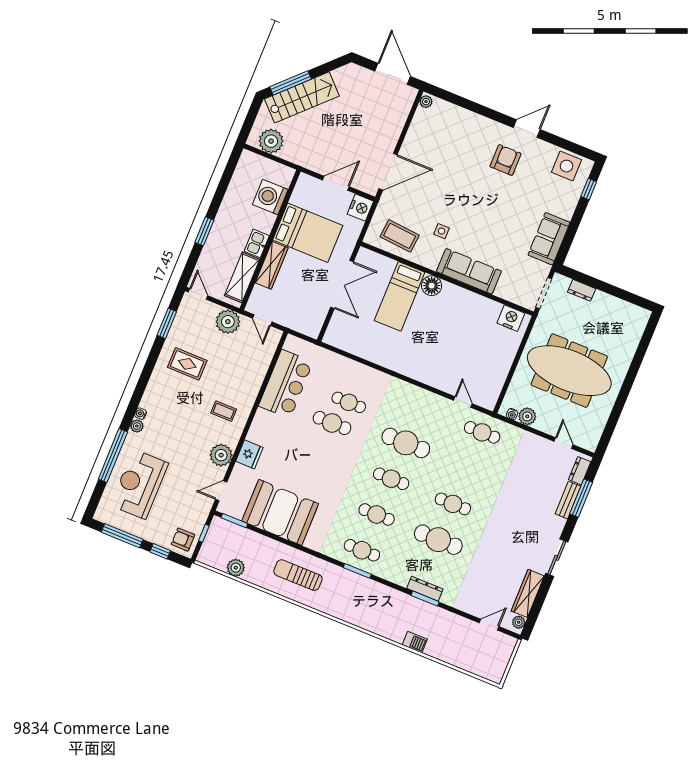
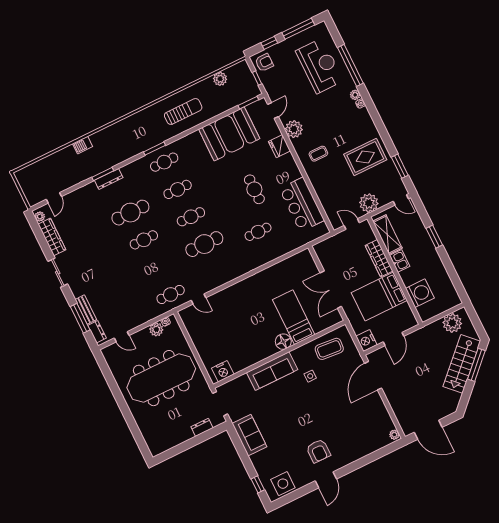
rug: (187, 364) -> (365, 157), width x1.36, depth x1.43
cafe table: (332, 423) -> (254, 189), moved, turned 90

